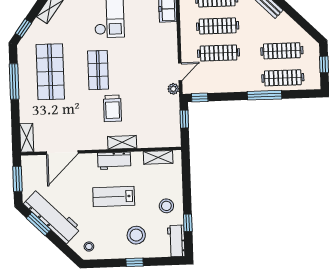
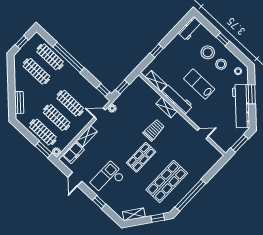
window: (14, 82) -> (190, 195), width x1.46
window: (264, 95) -> (69, 57), width x1.46
shelving: (27, 138) -> (87, 136), moved
door: (62, 153) -> (203, 134), width x0.53
workbench: (114, 161) -> (177, 99), width x1.37
lab bench: (114, 197) -> (199, 84), turned 180
stool: (166, 206) -> (221, 64), moved
window: (188, 223) -> (157, 51), moved
window: (39, 224) -> (252, 94), moved

